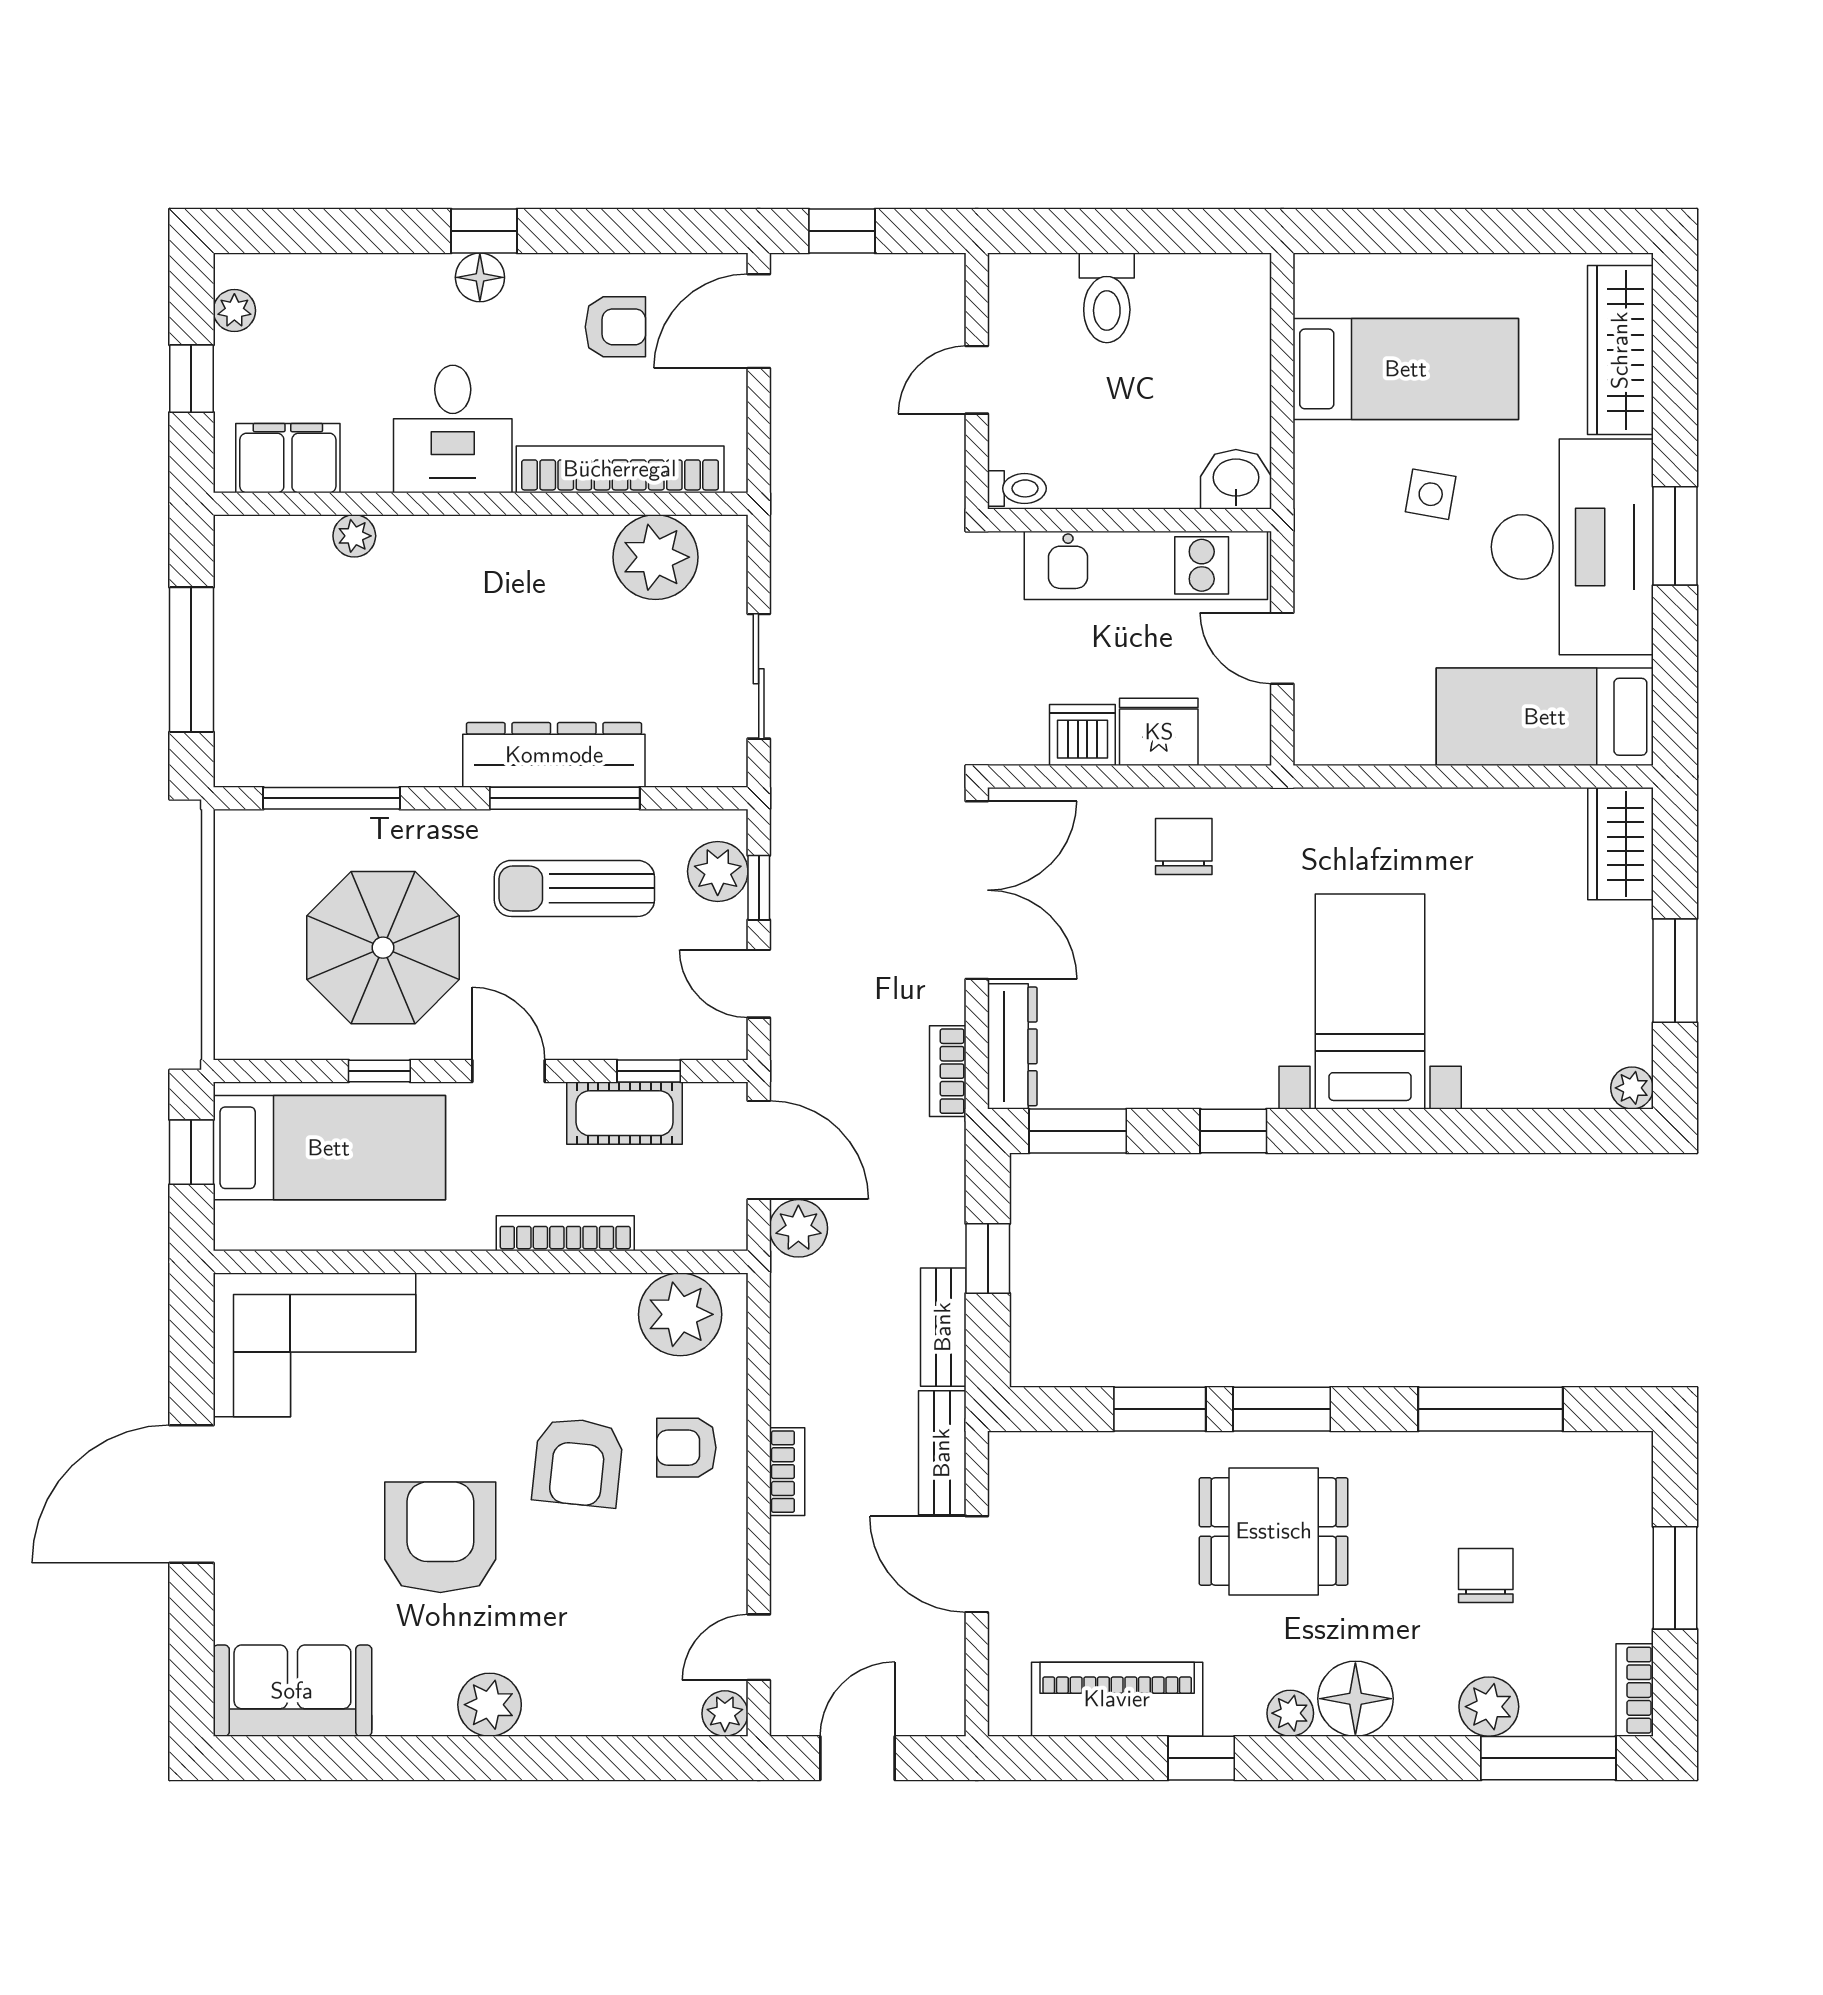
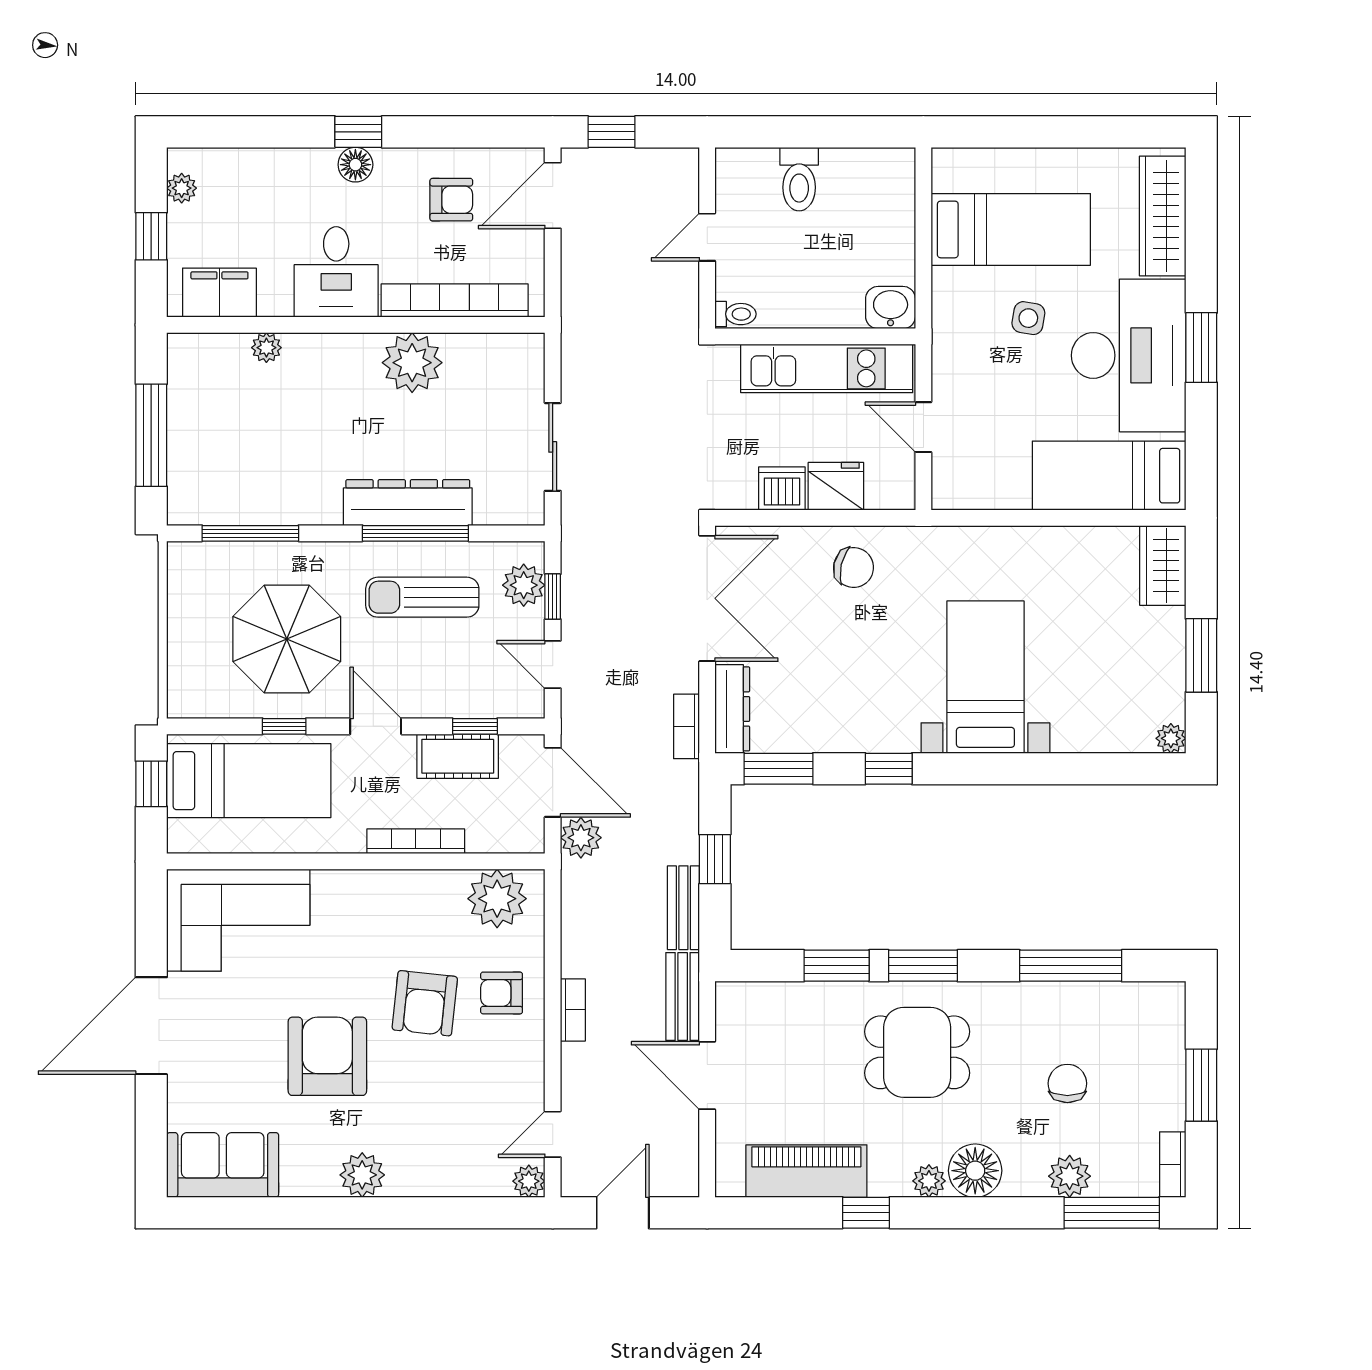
plant: (656, 557) -> (412, 363), moved
chair: (1184, 847) -> (854, 567), turned 103

